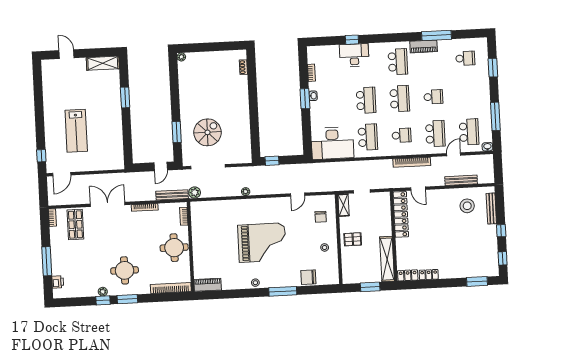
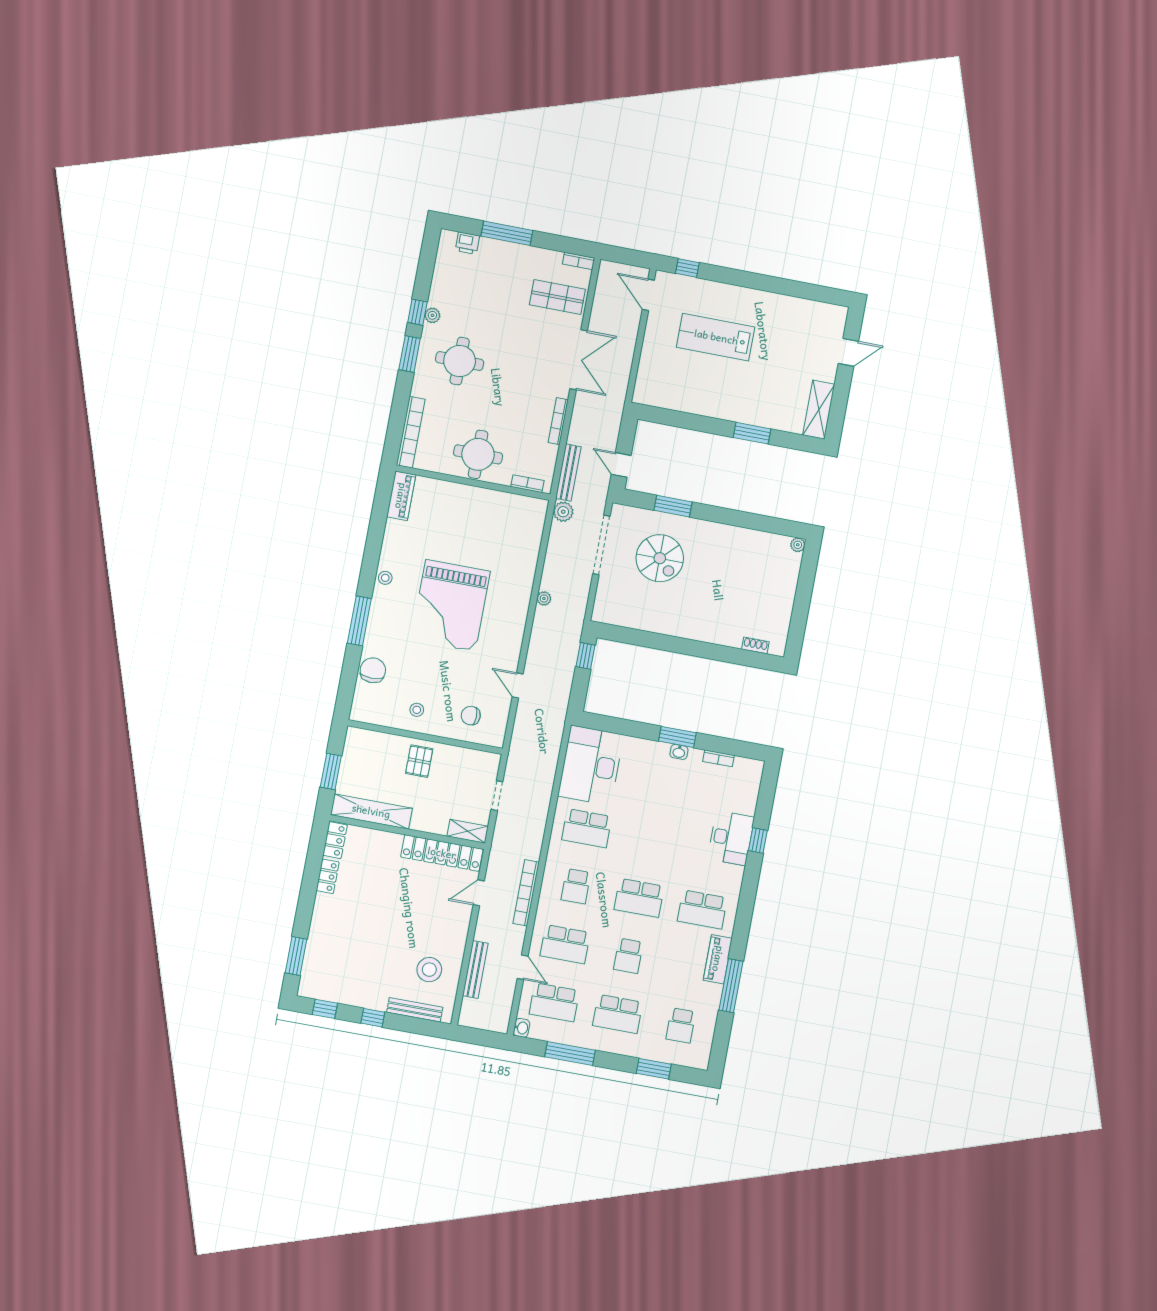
school desk: (366, 100) -> (618, 1014), moved
shelving: (343, 205) -> (468, 831), moved

